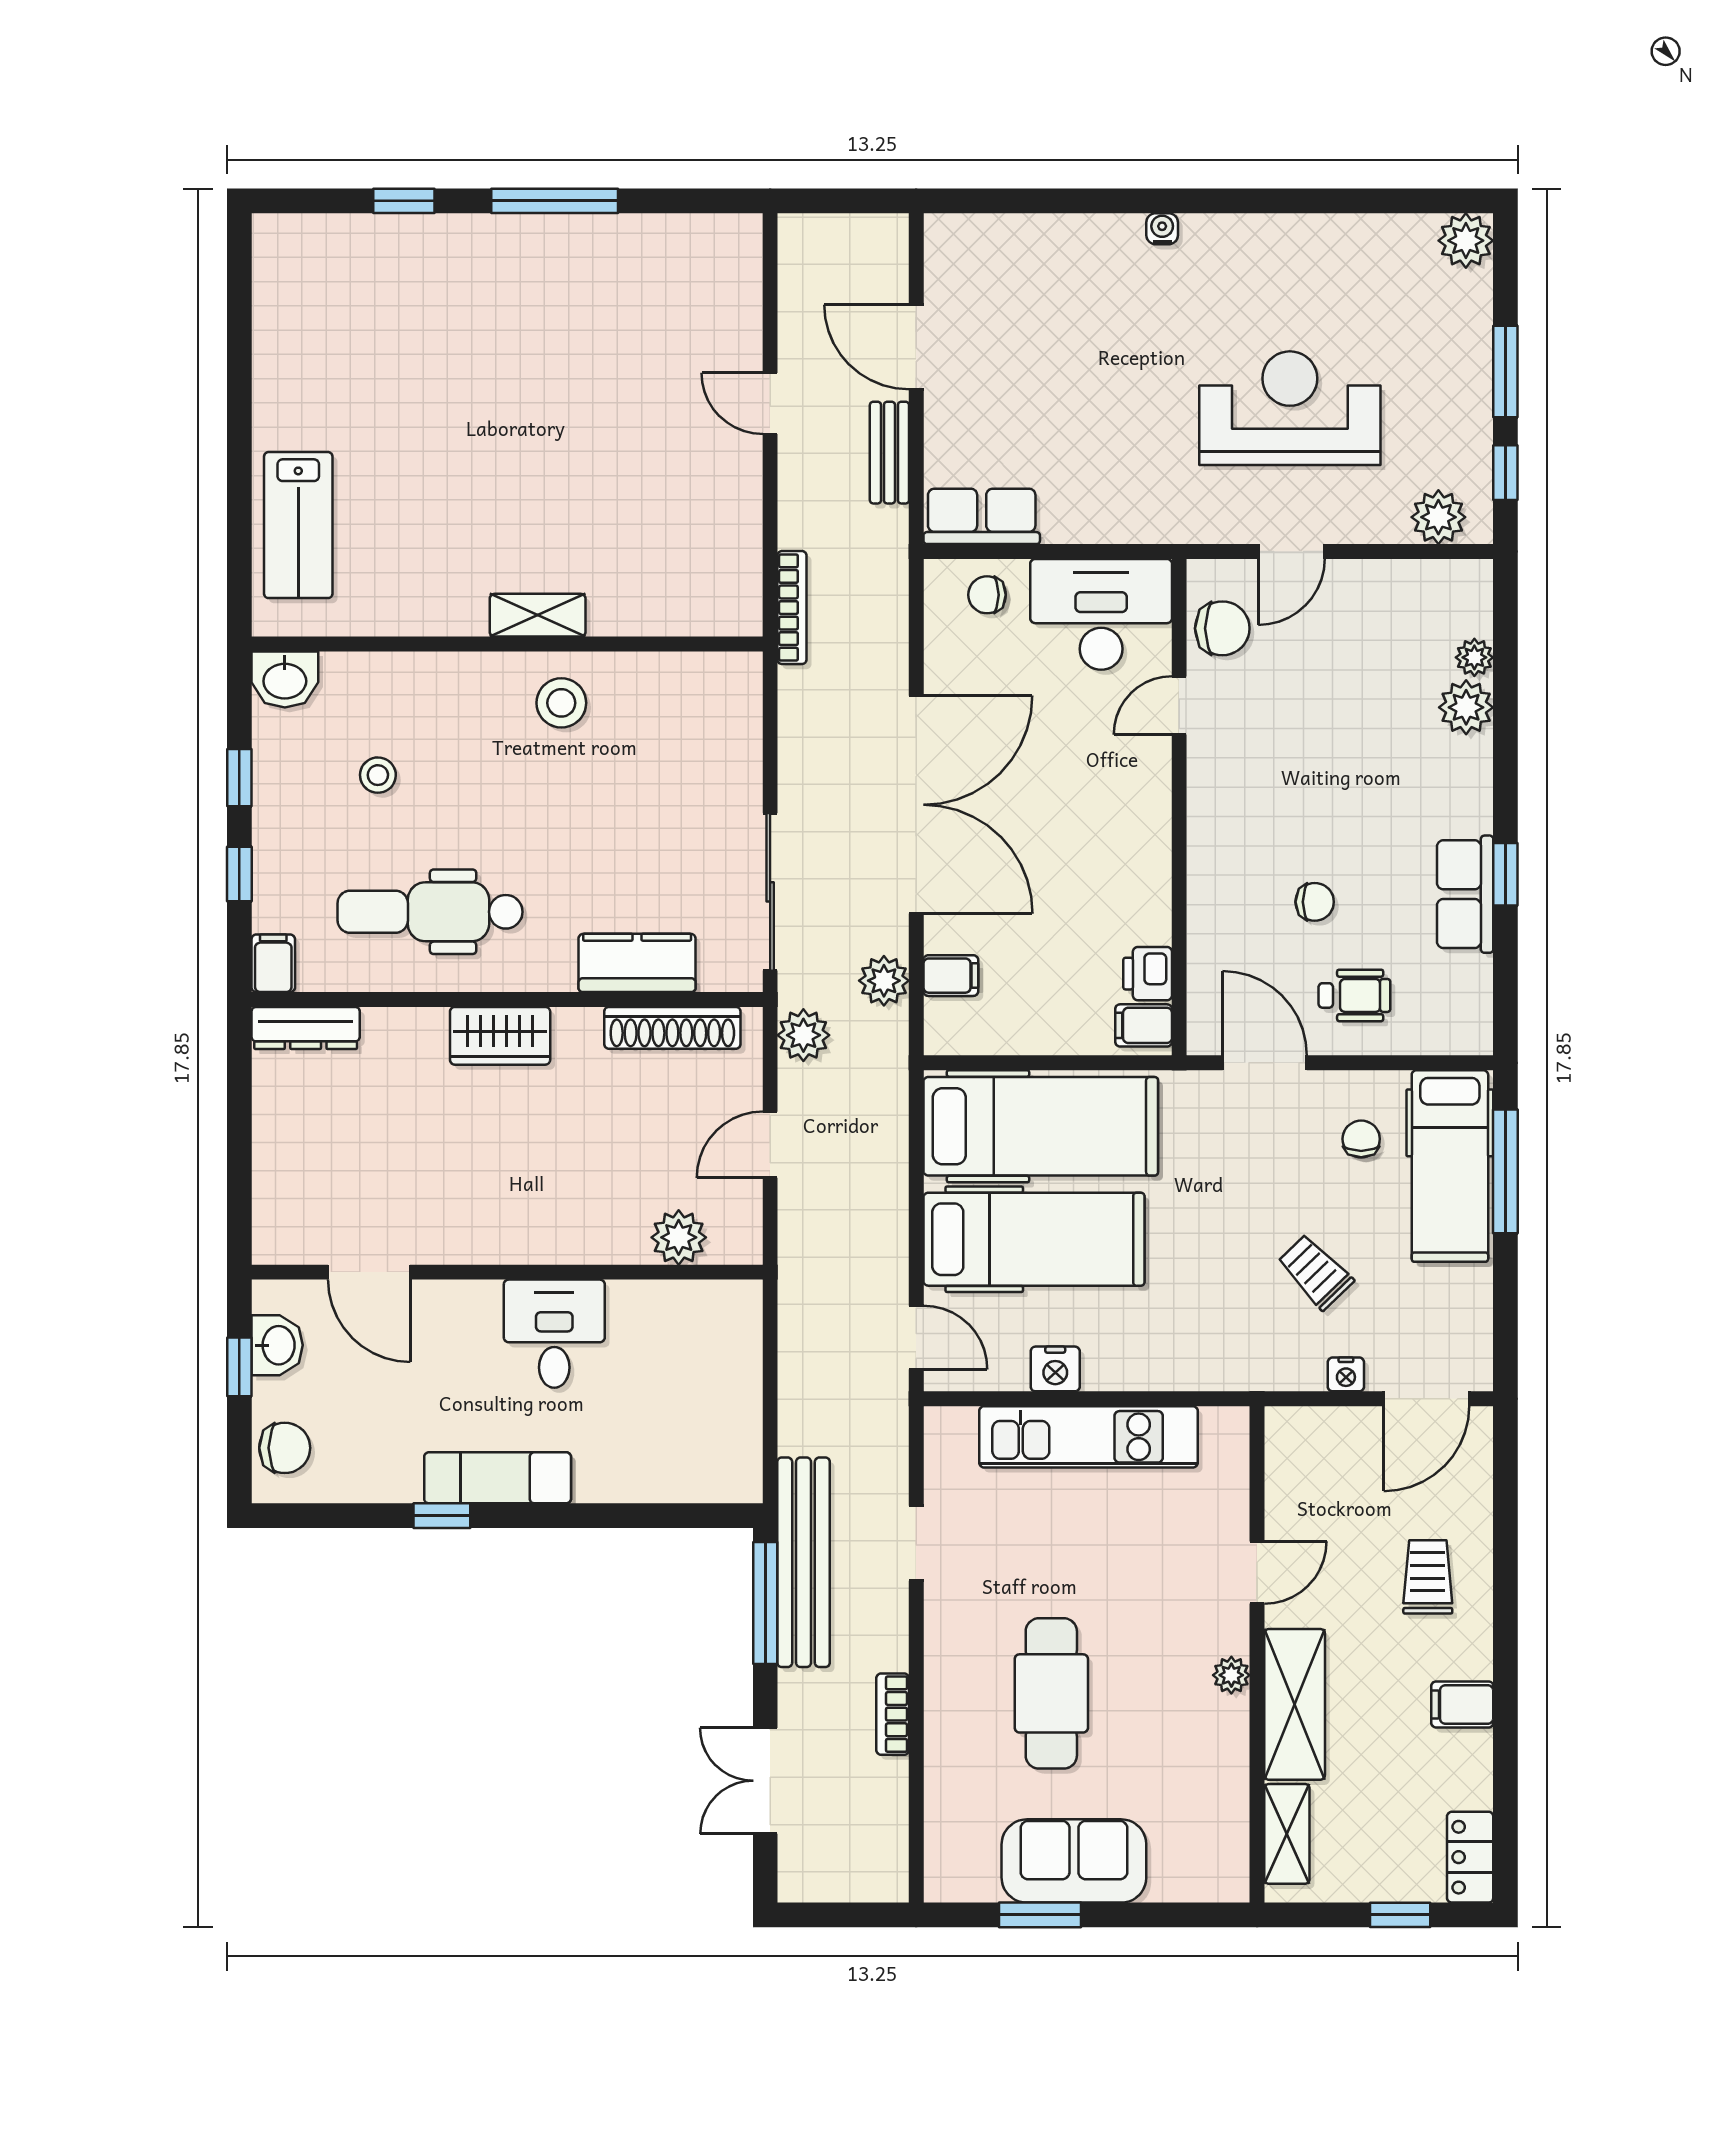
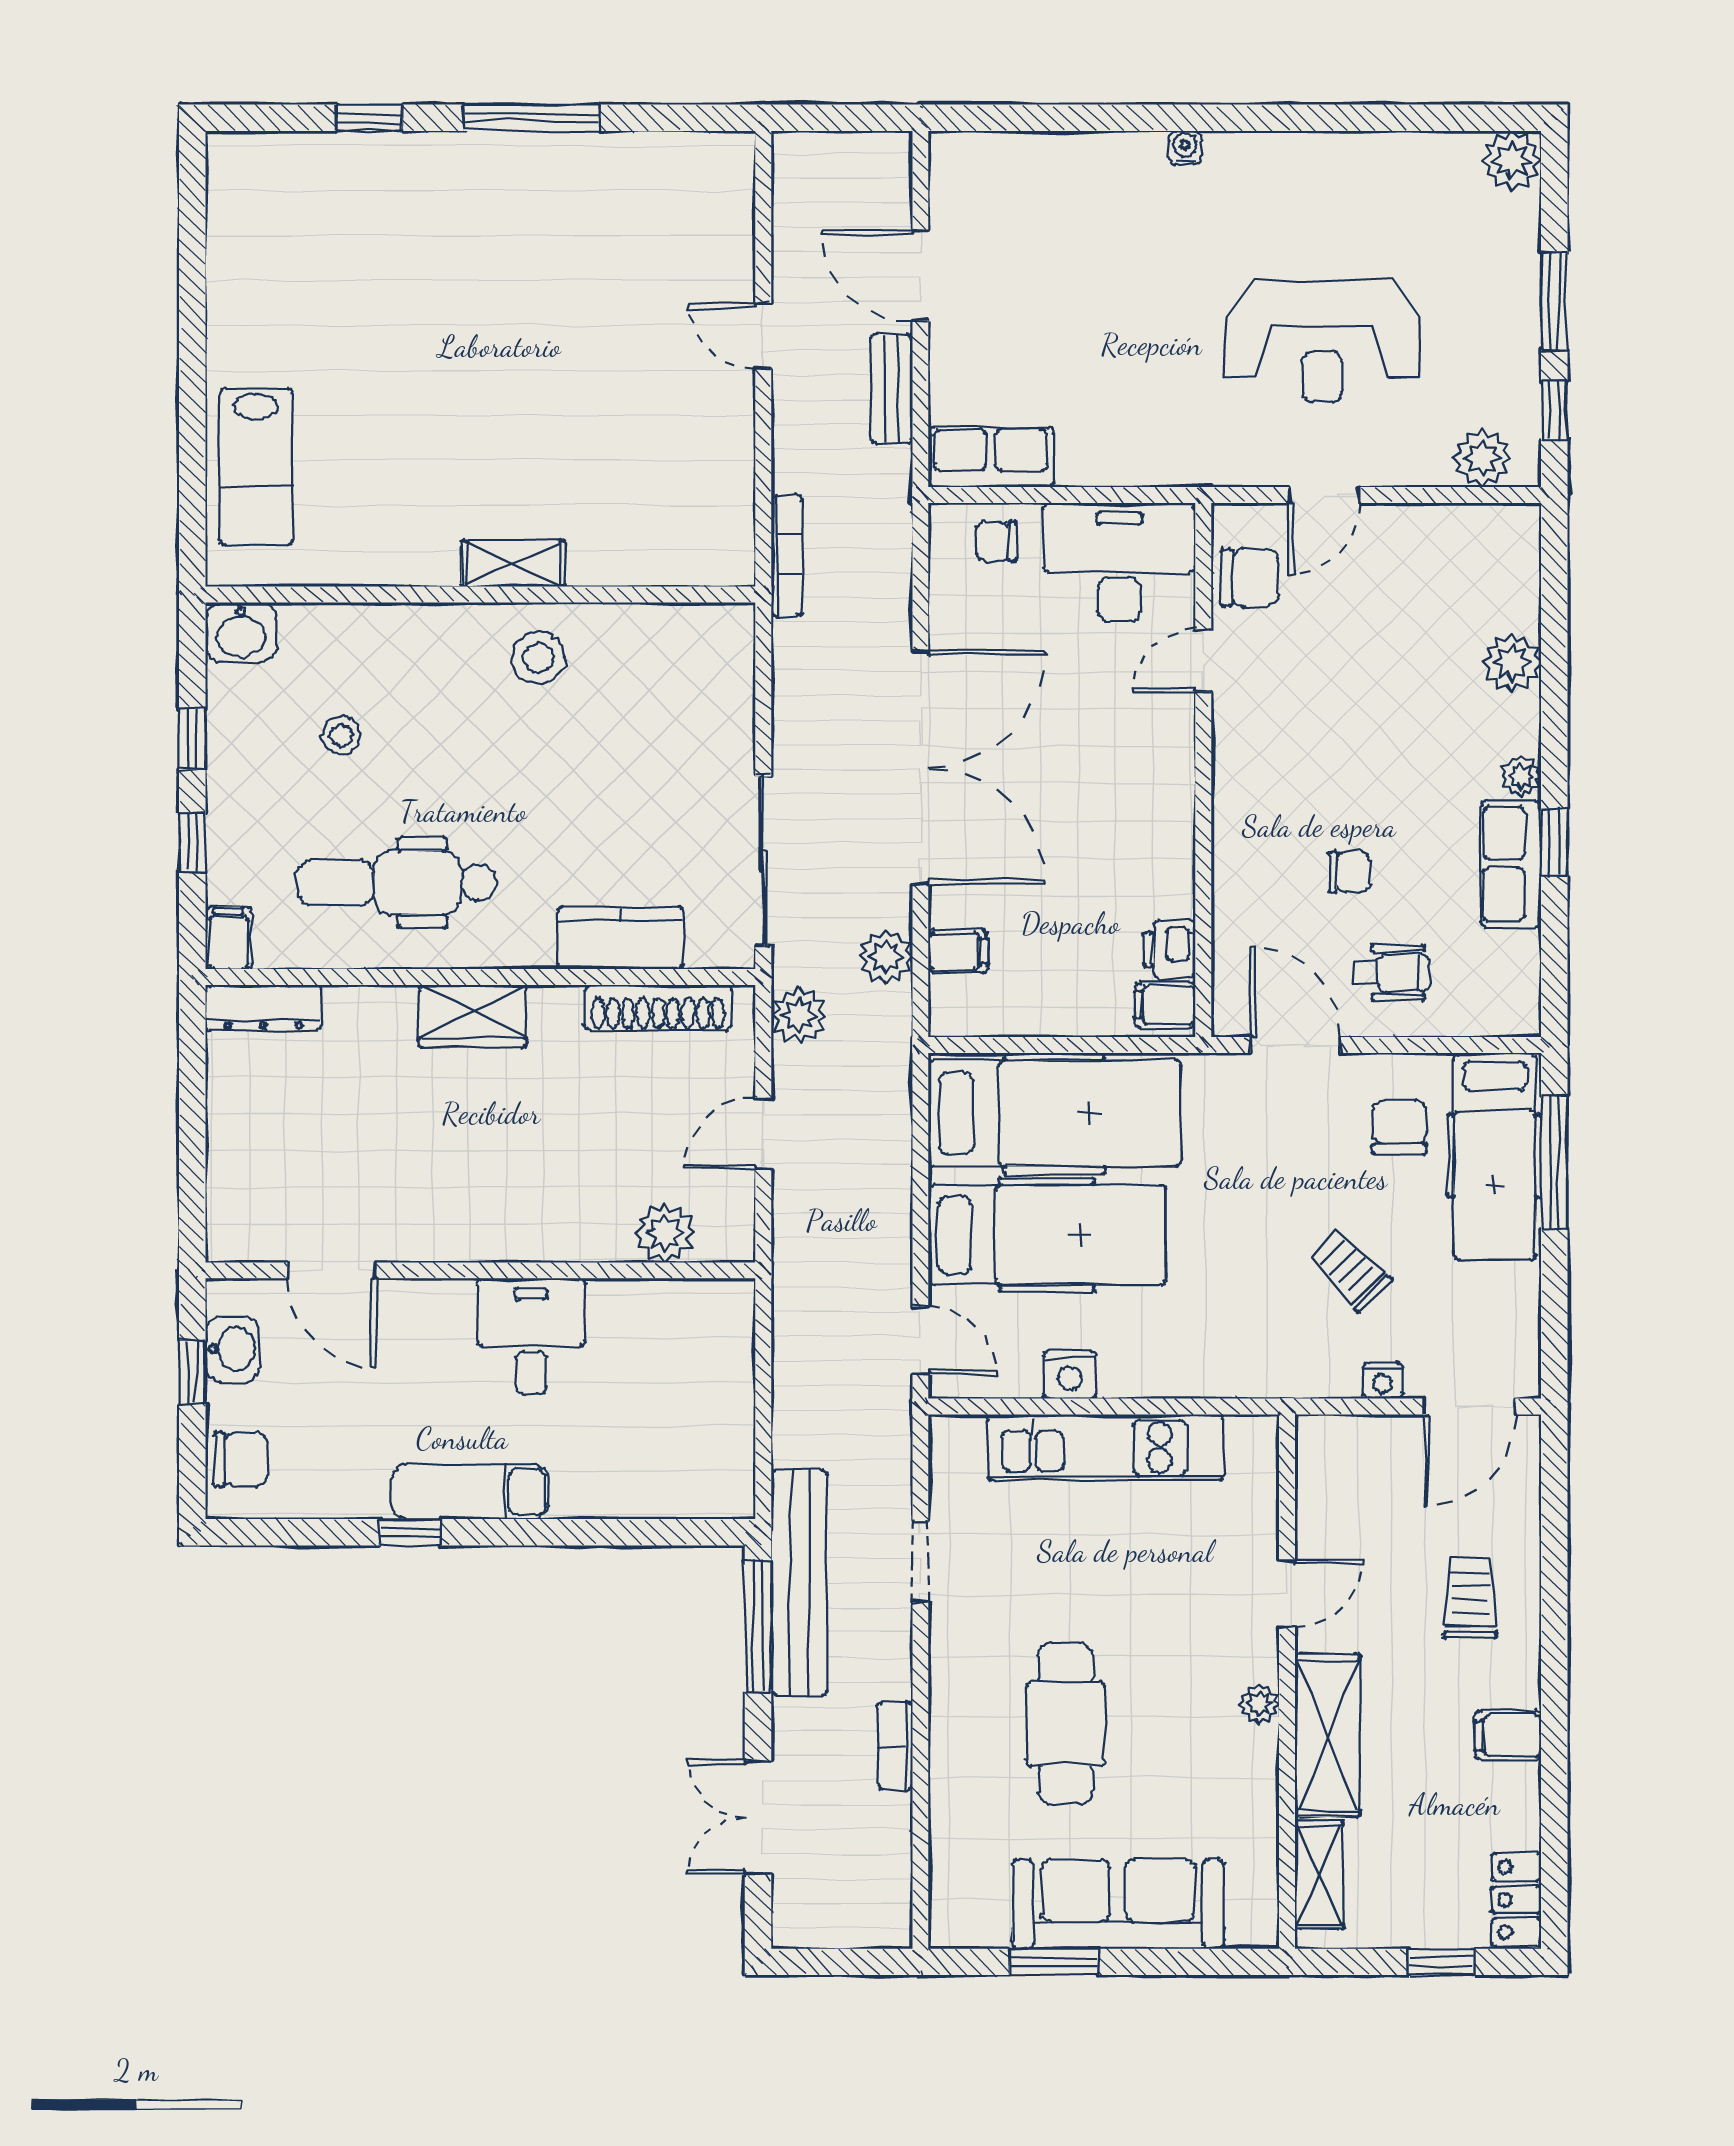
reception desk: (1290, 408) -> (1322, 341), turned 180
plant: (1474, 657) -> (1521, 776), moved
chair: (1361, 1139) -> (1399, 1127), width x1.37, depth x1.37
sofa: (1074, 1861) -> (1118, 1904), width x1.36

